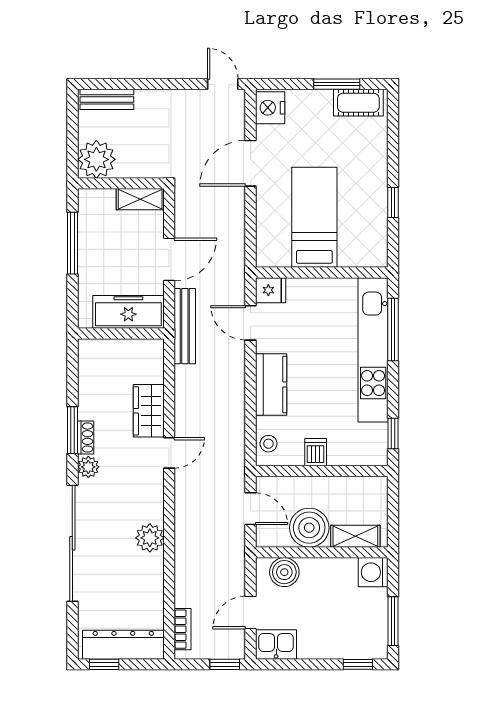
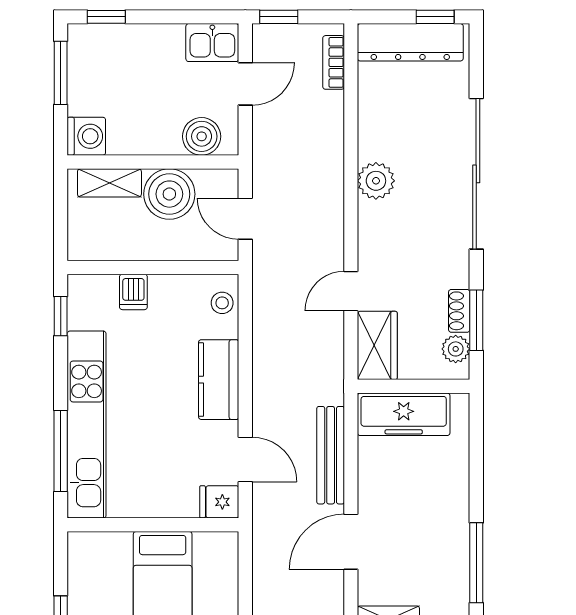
freezer: (128, 312) -> (404, 414), moved
wall: (121, 334) -> (414, 386), moved
dishwasher: (316, 452) -> (133, 292), moved
plant: (88, 467) -> (456, 349), moved

